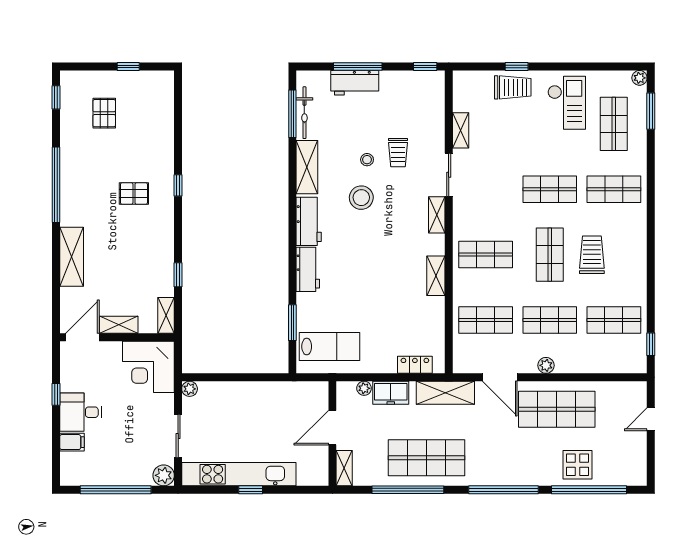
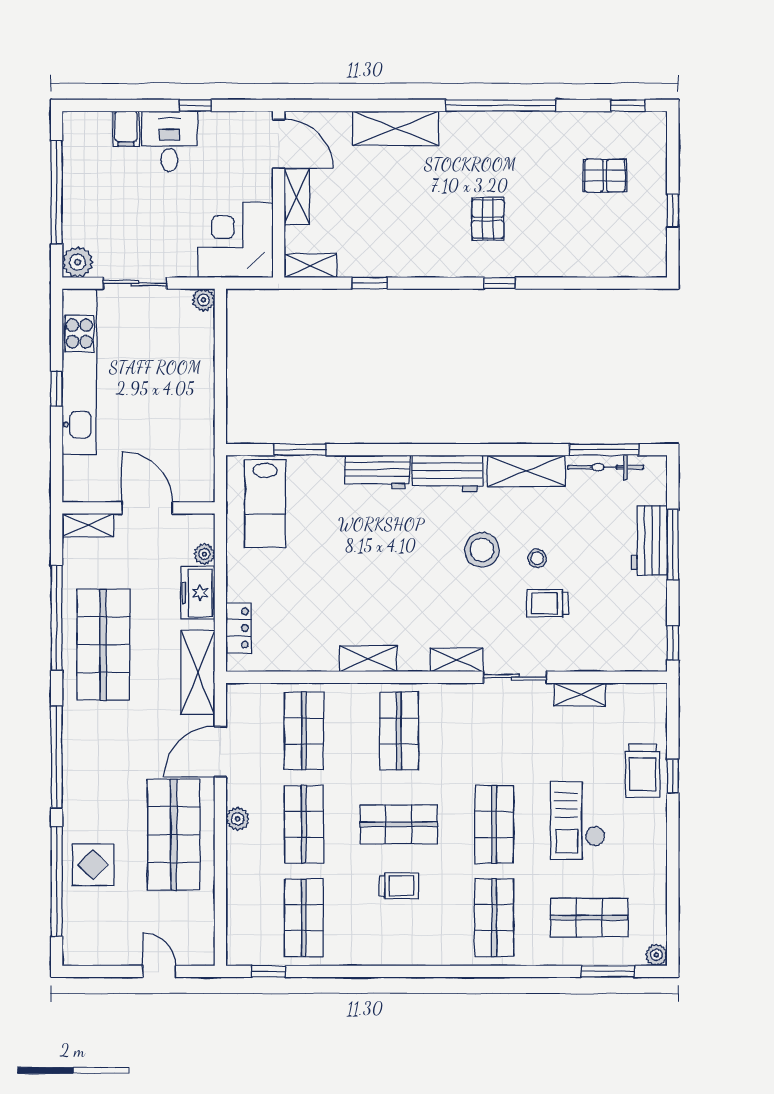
checkout: (567, 103) -> (578, 821), moved, turned 90
trolley: (592, 255) -> (399, 886), width x0.73, depth x0.72

